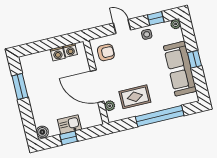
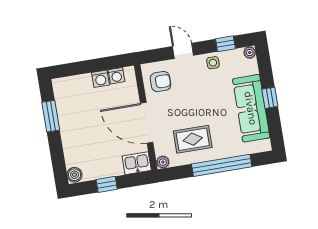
plant: (110, 106) -> (163, 162), moved
kitchen sink: (69, 124) -> (137, 163), moved

